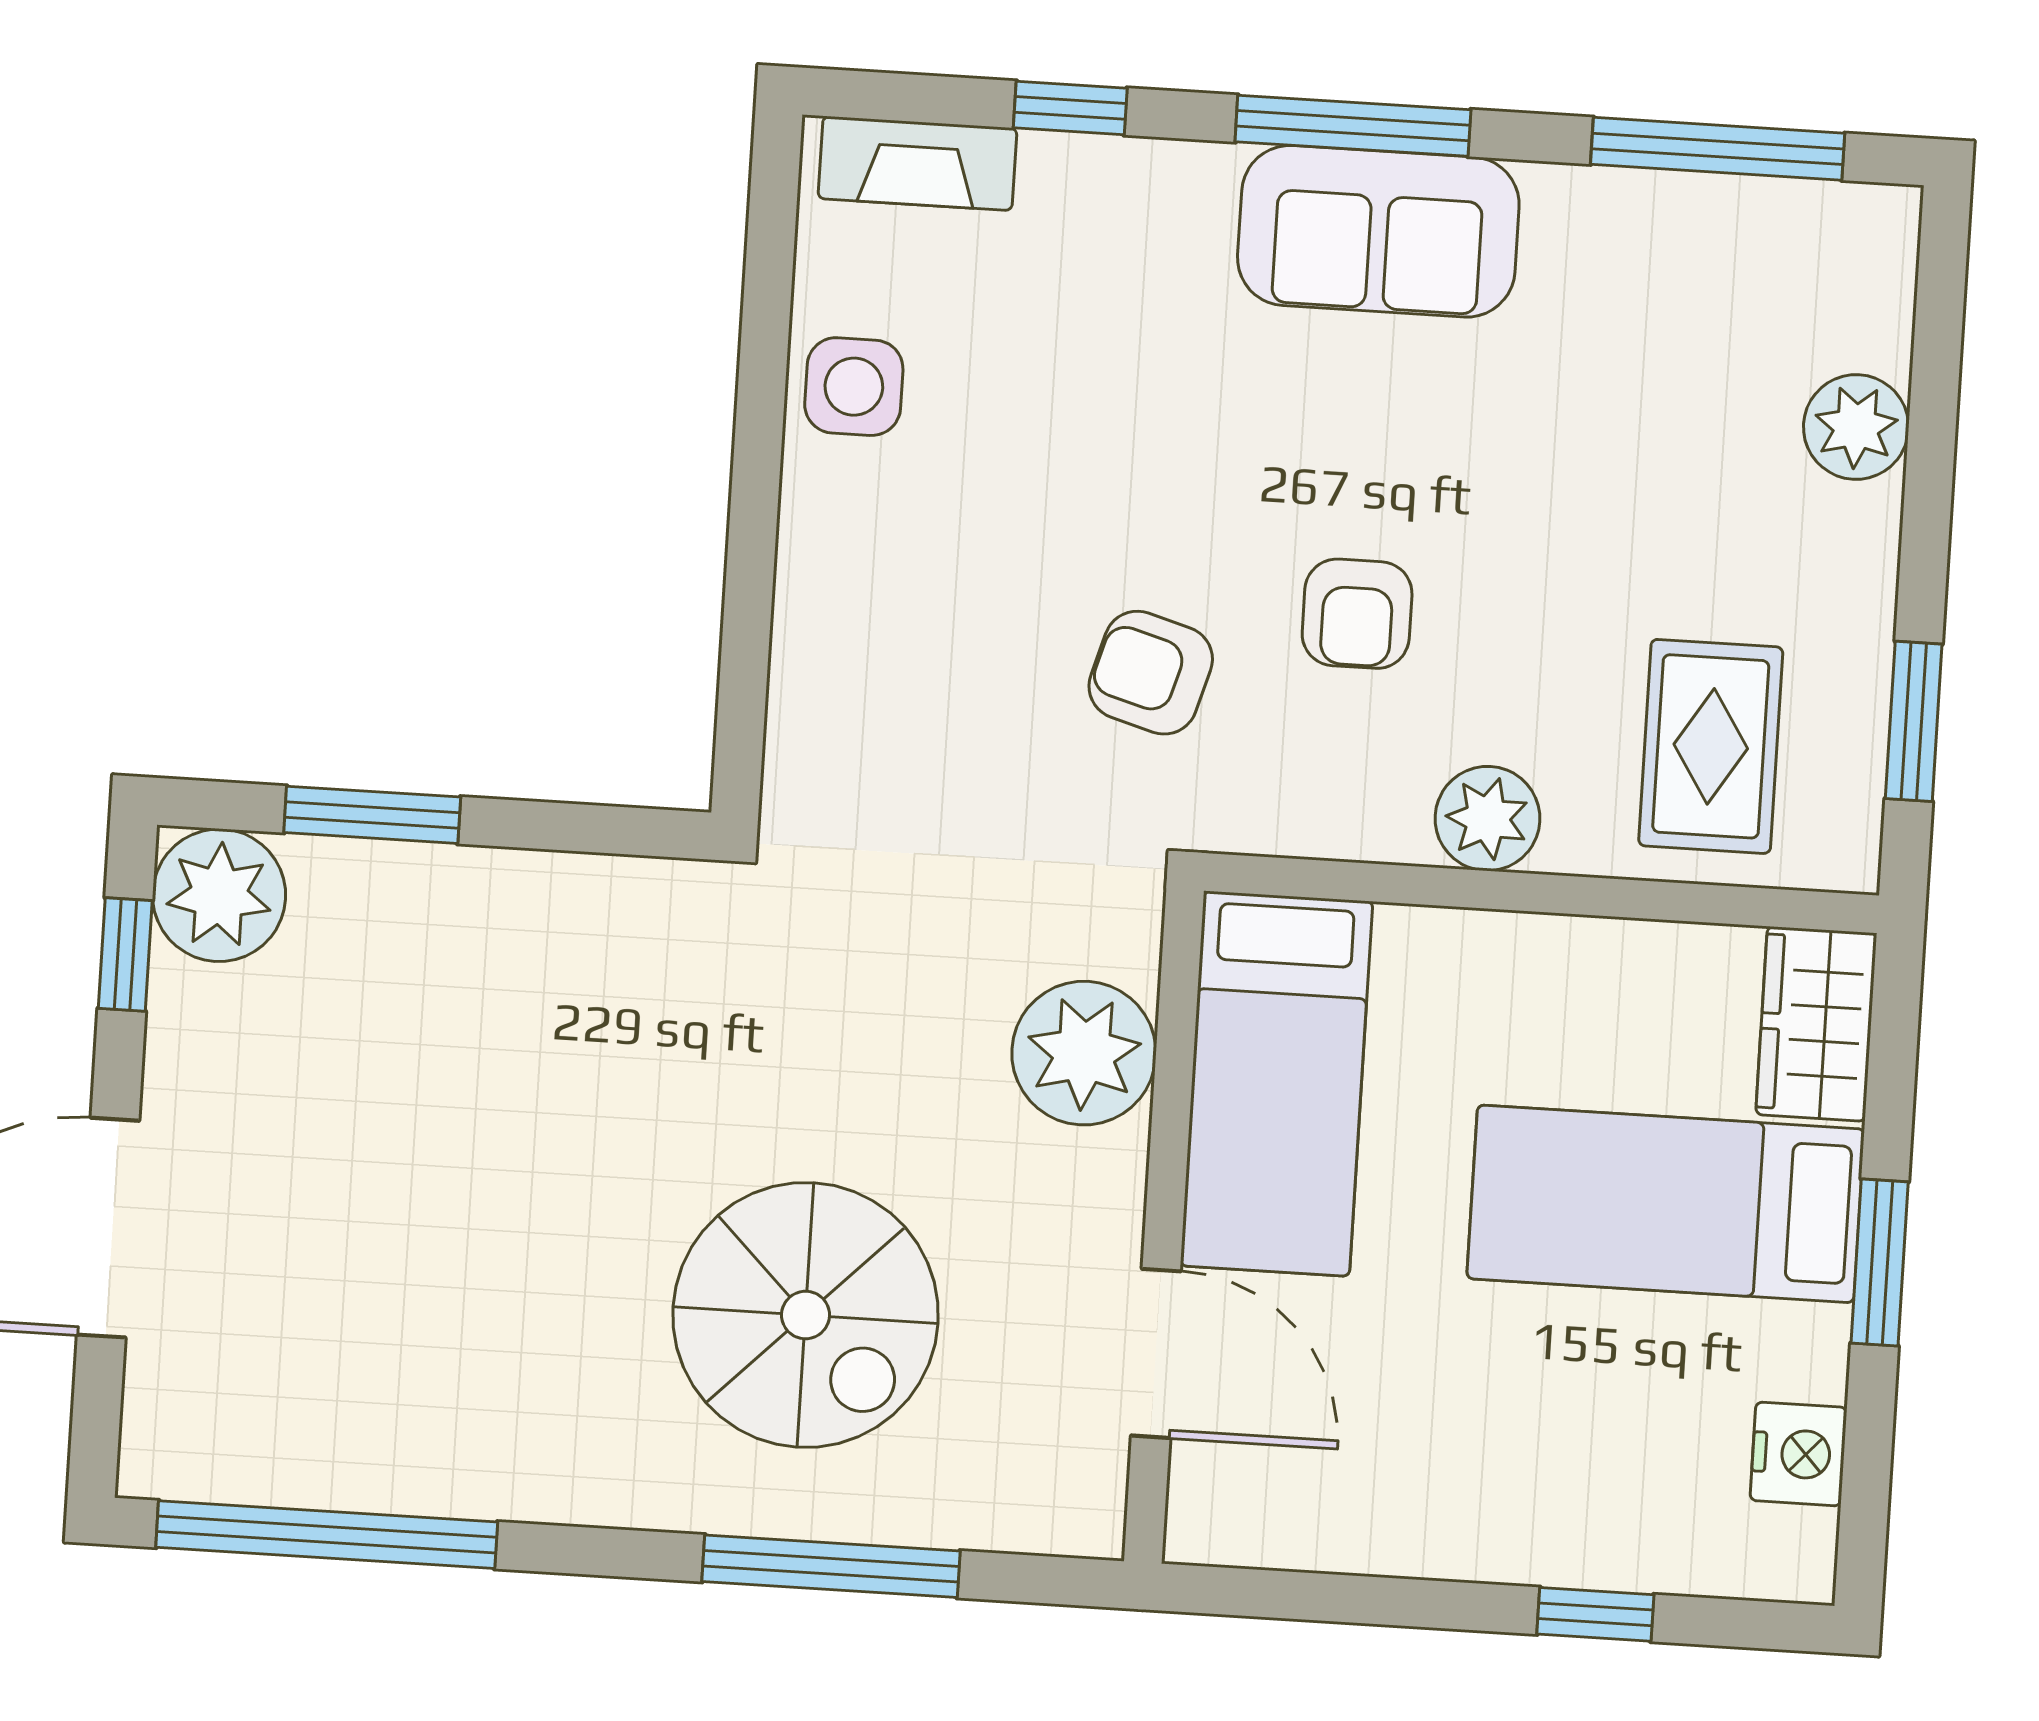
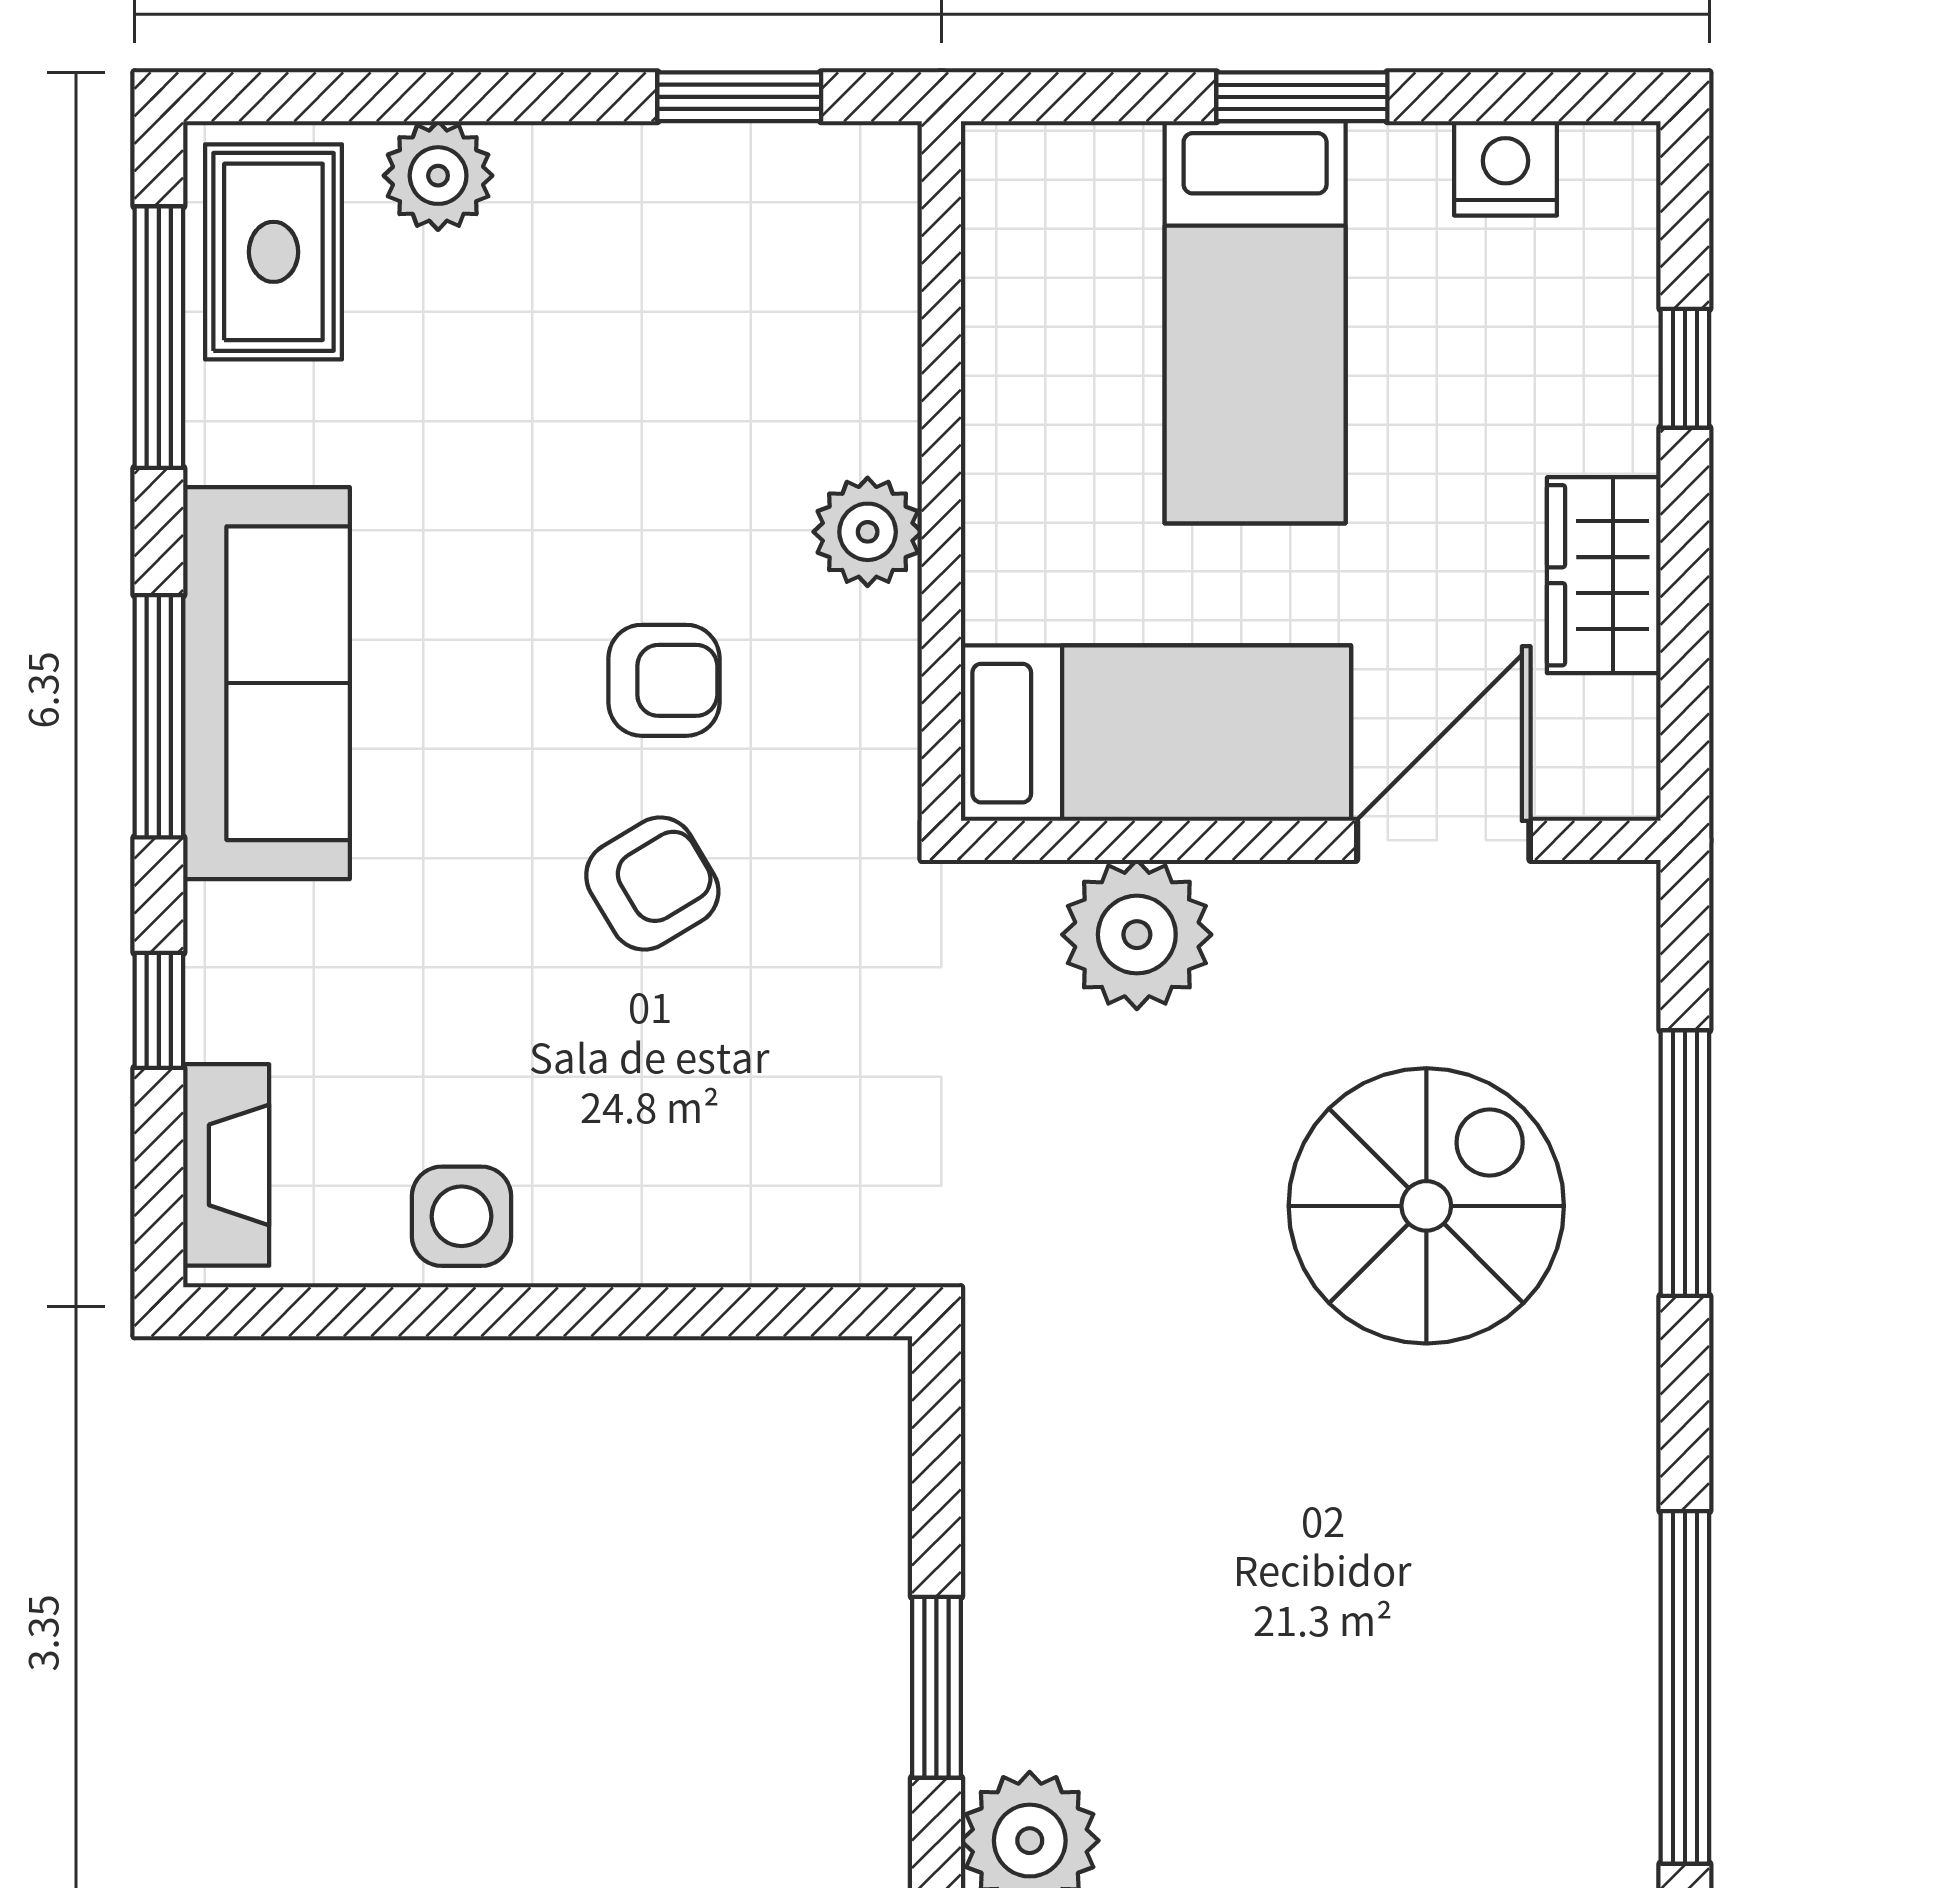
sofa: (1378, 231) -> (266, 683), width x1.36
armchair: (1151, 673) -> (652, 883), moved, turned -137
rug: (1711, 746) -> (273, 252), moved, turned 90
wardrobe: (1816, 1024) -> (1604, 575), moved, turned 90

